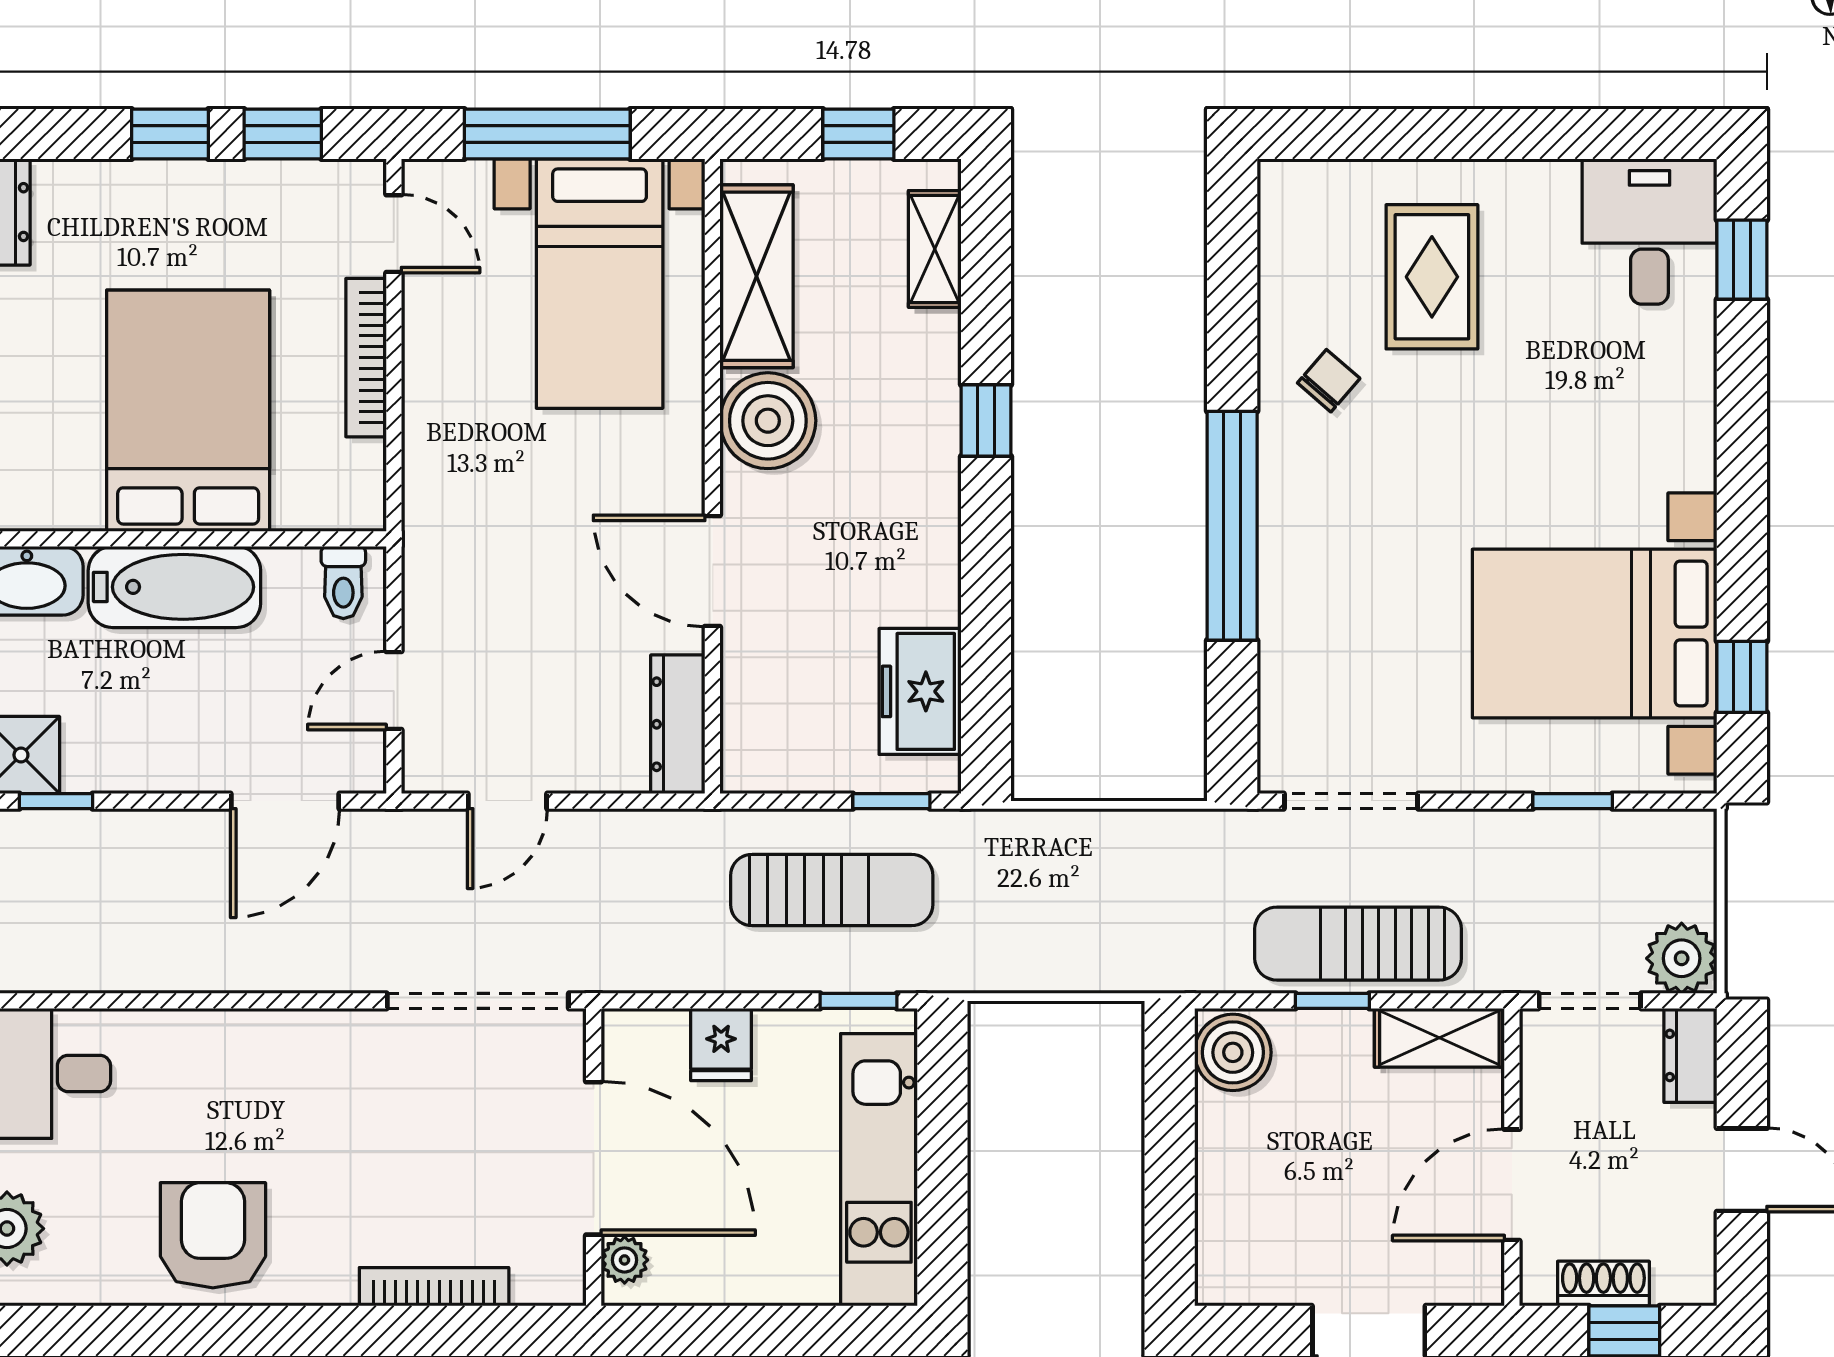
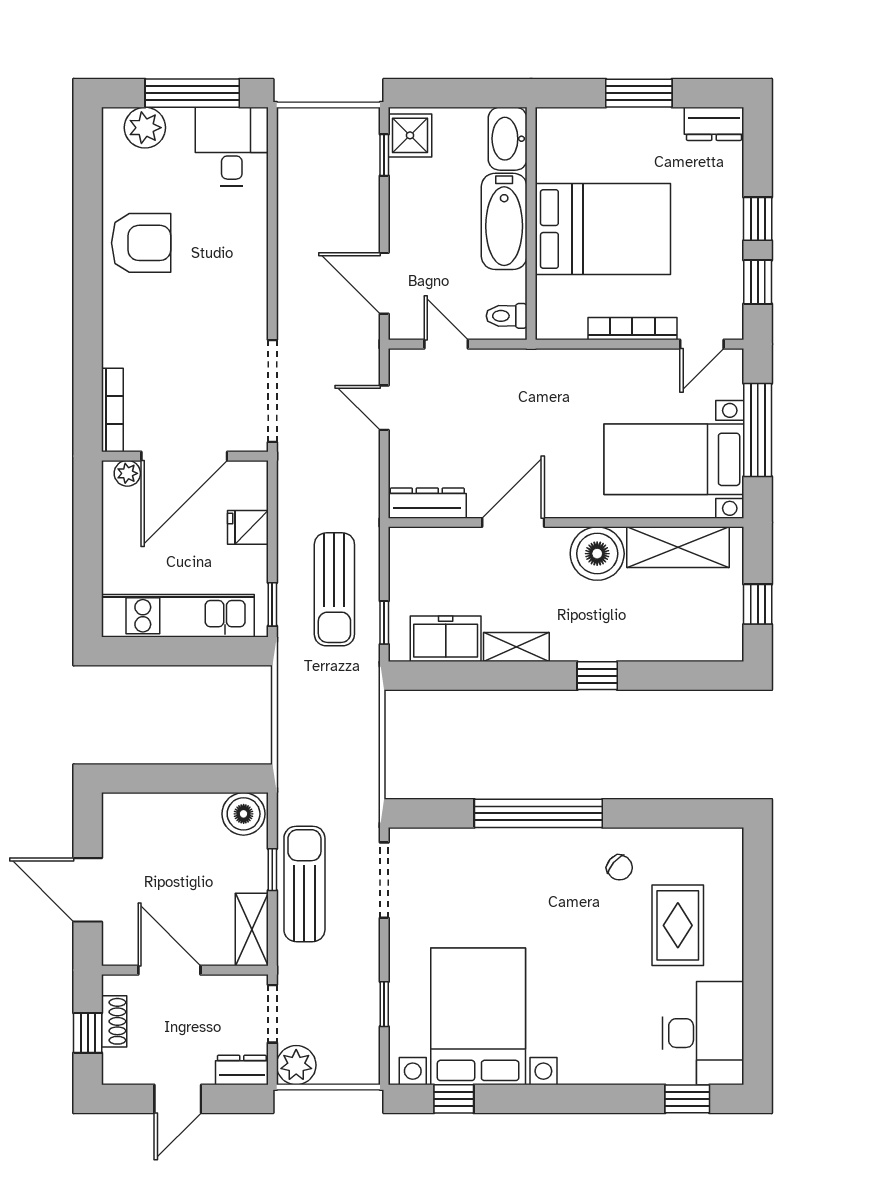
desk: (1649, 232) -> (703, 1033), width x1.37
shelving: (935, 249) -> (516, 647), moved
rug: (1432, 277) -> (678, 925), turned 90
bookcase: (434, 1287) -> (112, 410), moved

